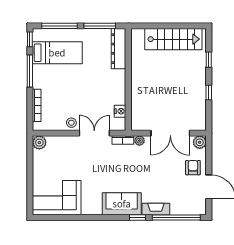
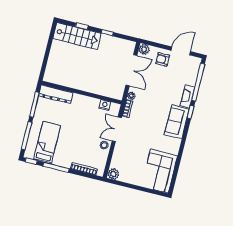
stairs: (173, 39) -> (77, 36), moved, turned 90

